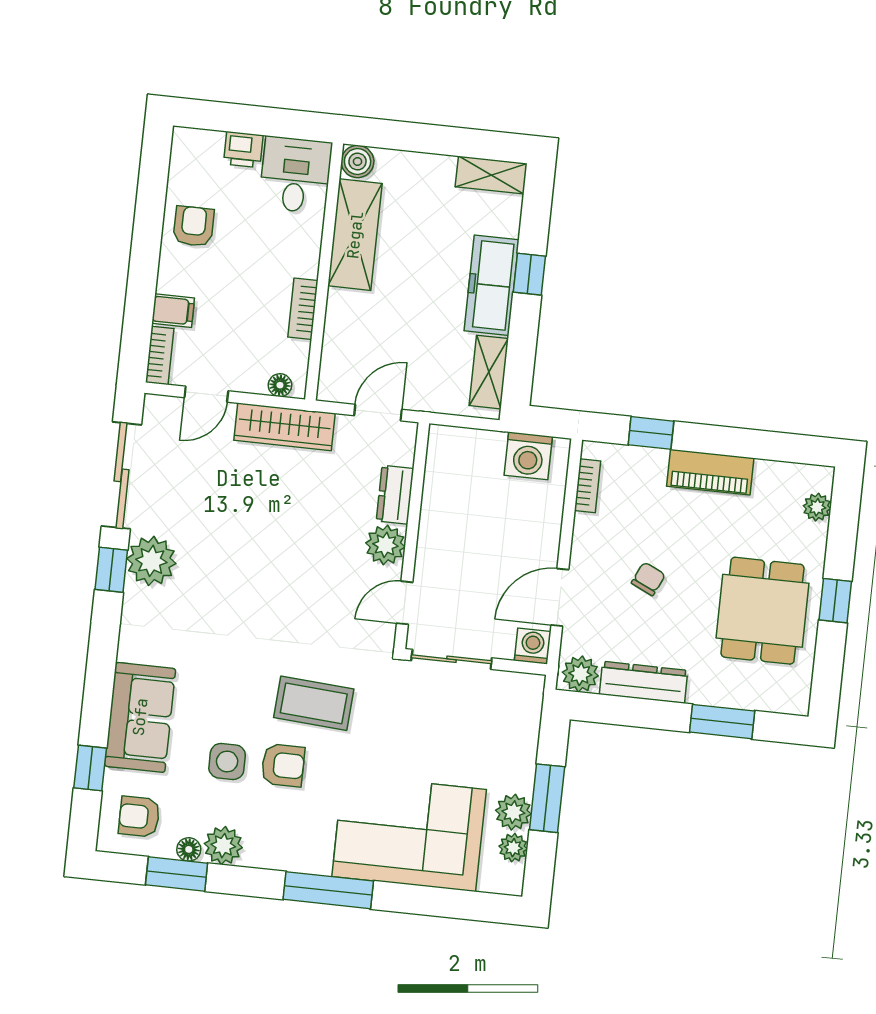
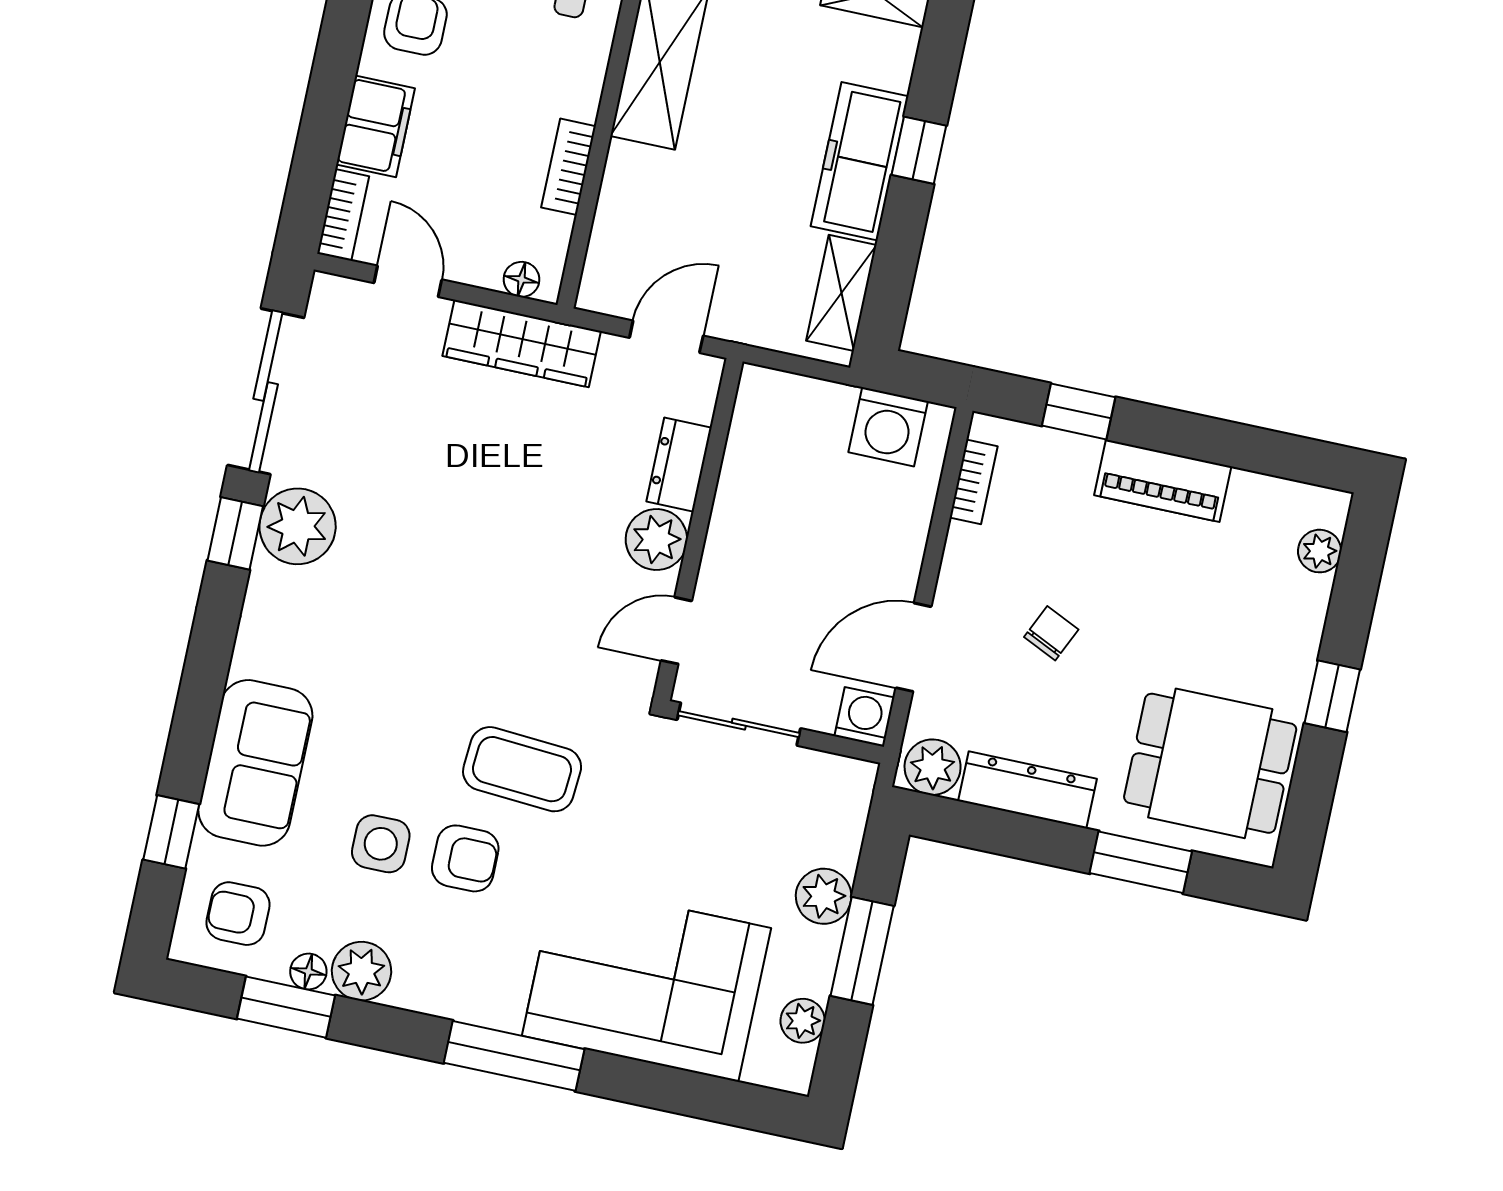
filing cabinet: (173, 311) -> (376, 126), width x2.00
door: (206, 394) -> (408, 281), swing flipped
dining table: (762, 611) -> (1210, 763), moved, turned 90
plant: (513, 812) -> (824, 896), moved

